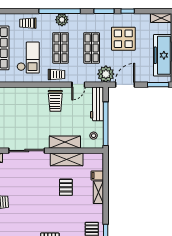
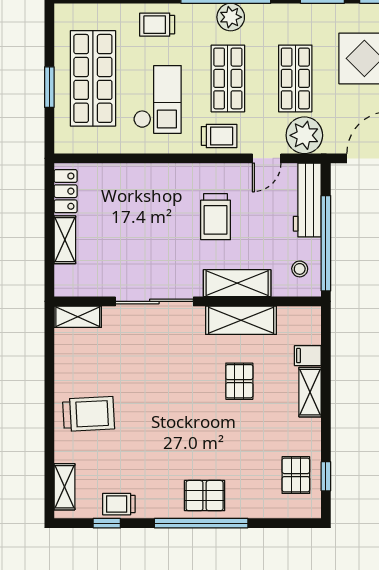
plant: (106, 74) -> (304, 135), moved
trolley: (55, 101) -> (216, 217), moved

